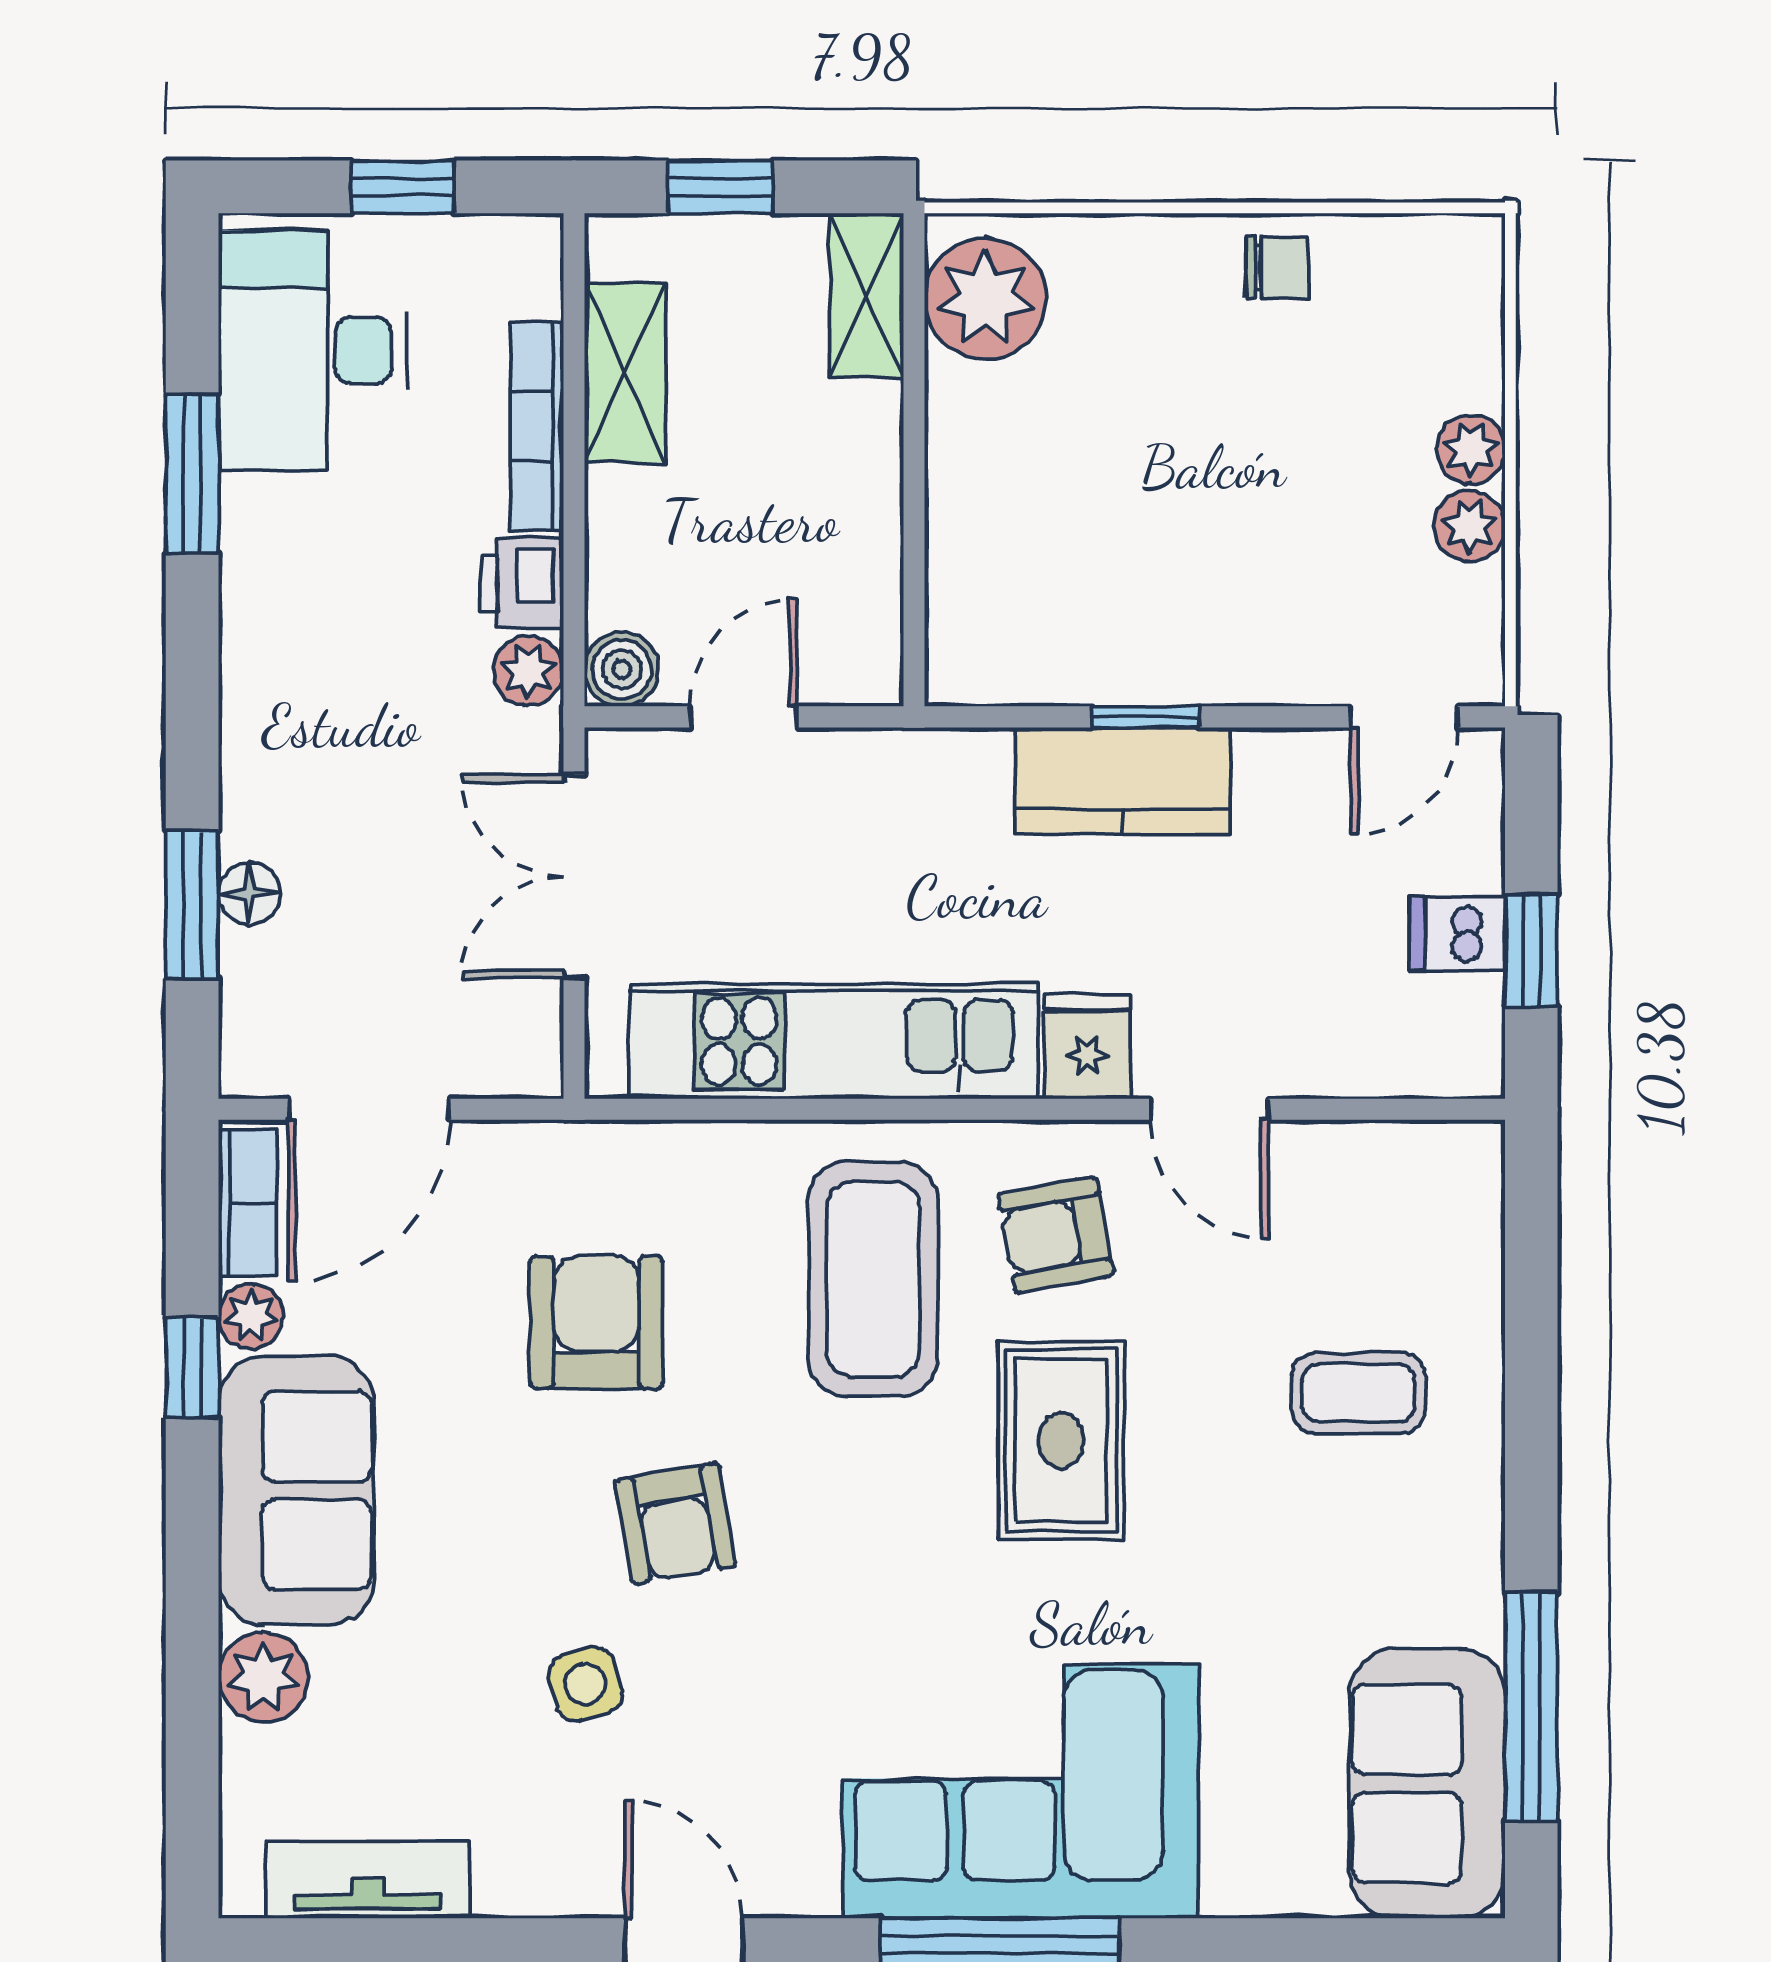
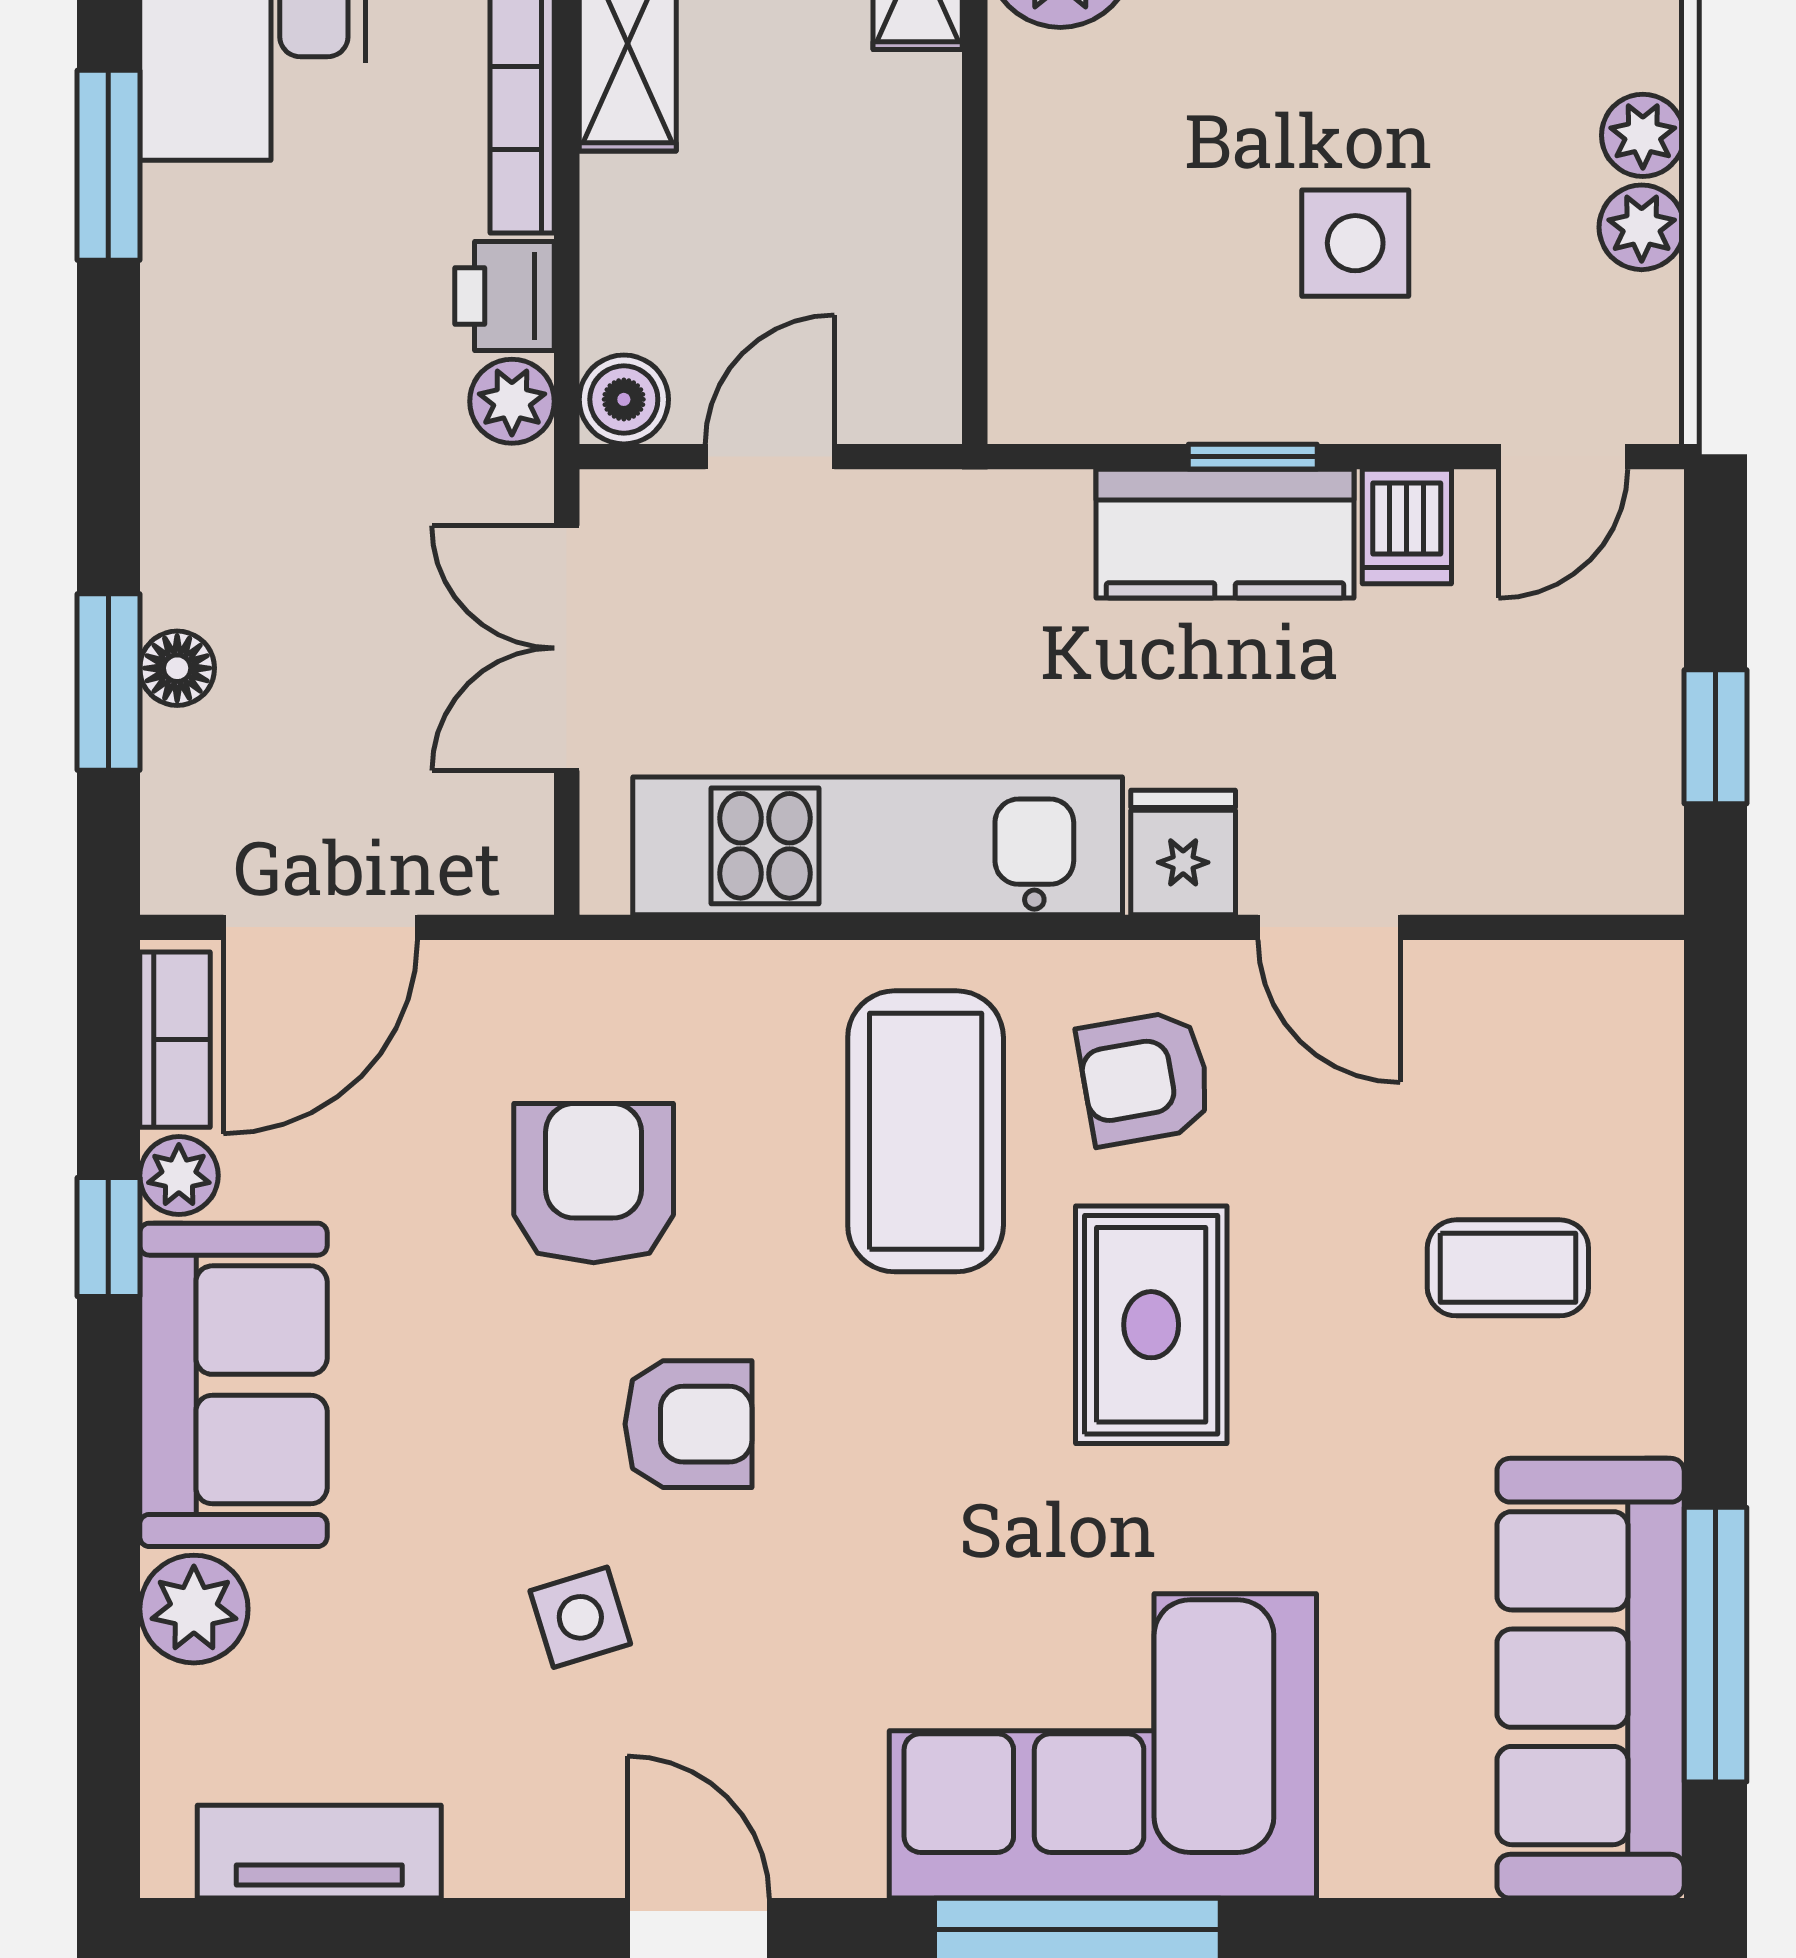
side table: (1231, 539) -> (1355, 243), added
dishwasher: (1457, 933) -> (1407, 526), moved, turned -90
armchair: (675, 1523) -> (689, 1424), turned -80
sofa: (1427, 1784) -> (1591, 1678), width x1.36

